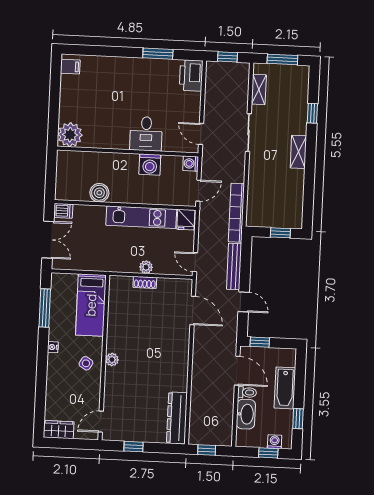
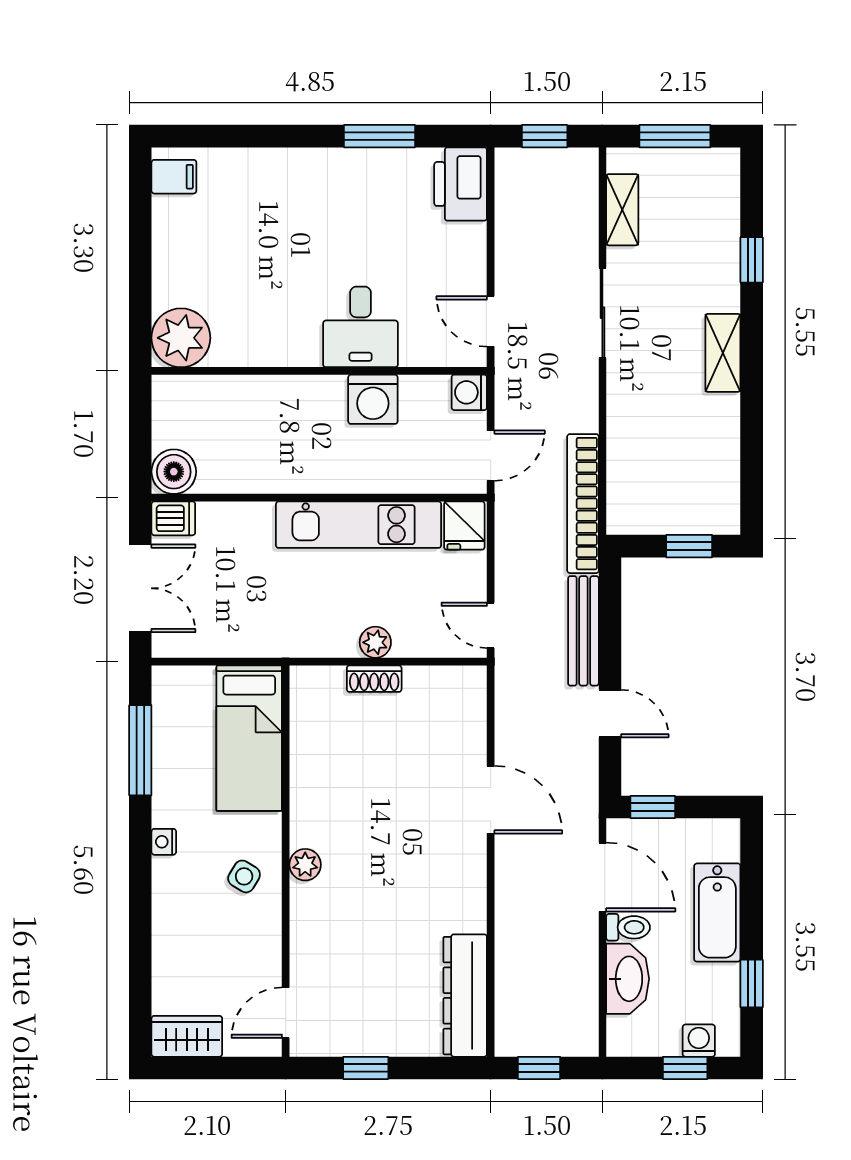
boiler: (99, 193) -> (174, 472), moved
door: (193, 310) -> (491, 800), moved

